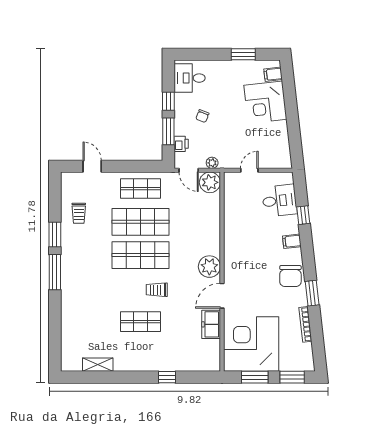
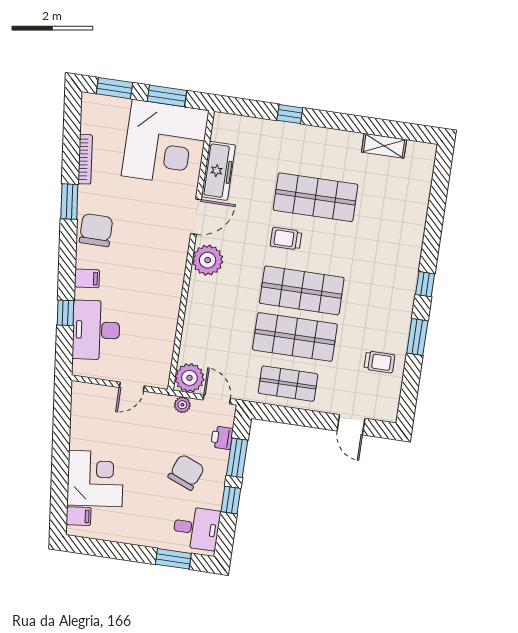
window: (243, 54) -> (173, 559), moved
chair: (202, 116) -> (186, 472), width x1.87, depth x1.87
desk: (279, 201) -> (96, 330), width x1.37
trolley: (79, 213) -> (379, 362), turned 90
window: (55, 272) -> (425, 284), width x0.46
trolley: (157, 290) -> (286, 239), turned 180
shop shelf: (140, 322) -> (316, 197), width x1.43, depth x1.36
freezer: (211, 324) -> (218, 171), width x1.40

